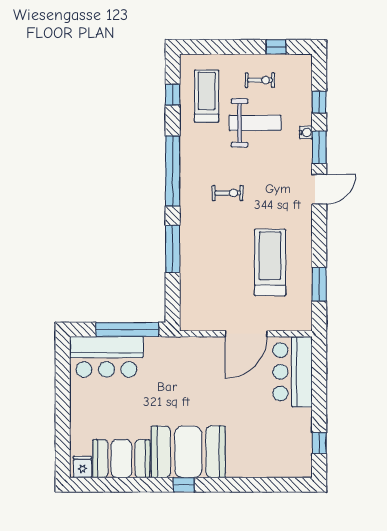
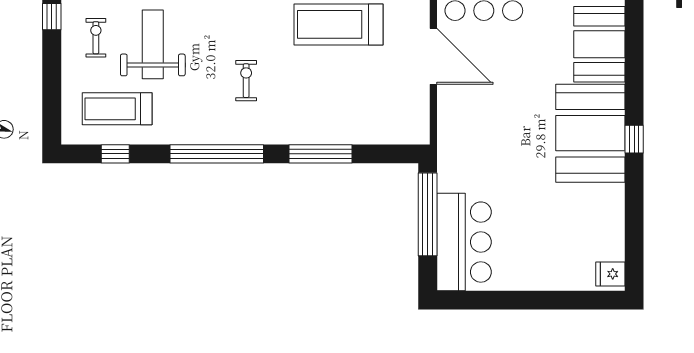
booth: (121, 459) -> (599, 44), moved

